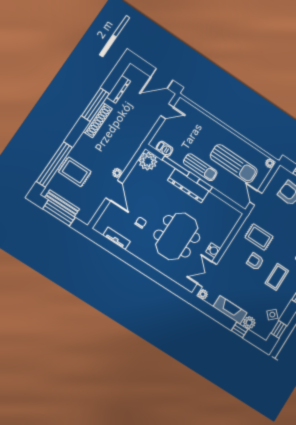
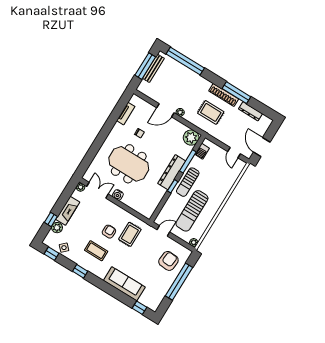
rug: (75, 172) -> (211, 112), moved, turned 90

